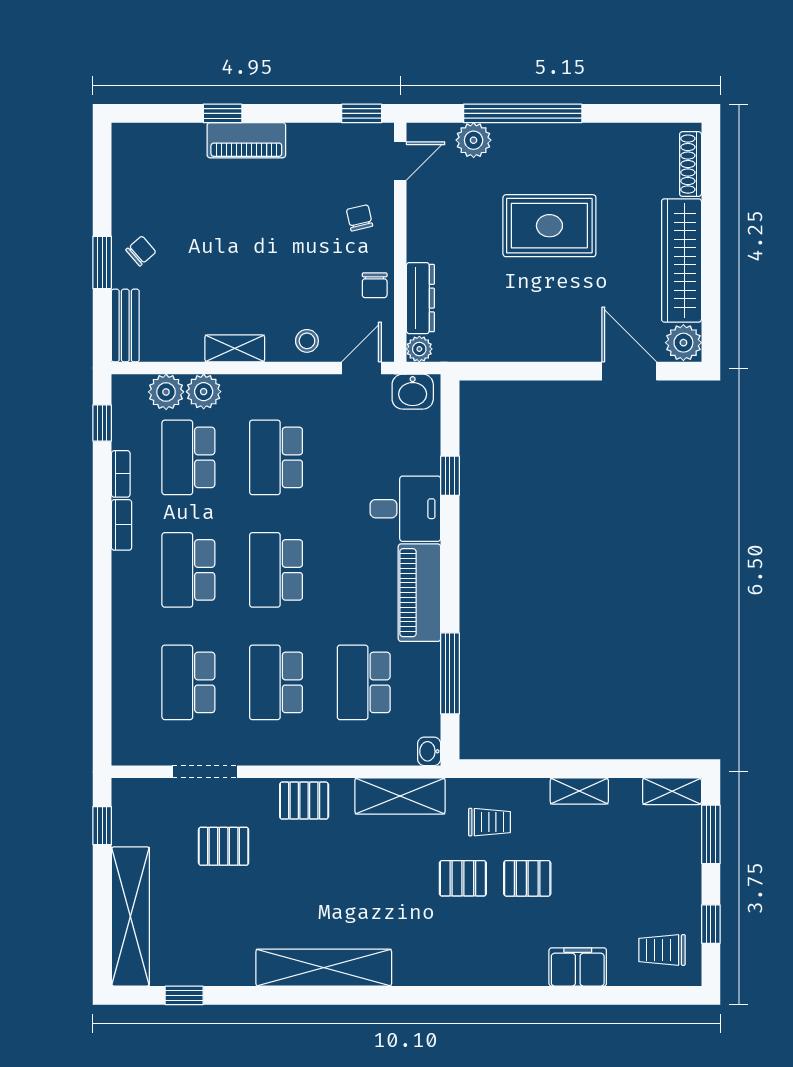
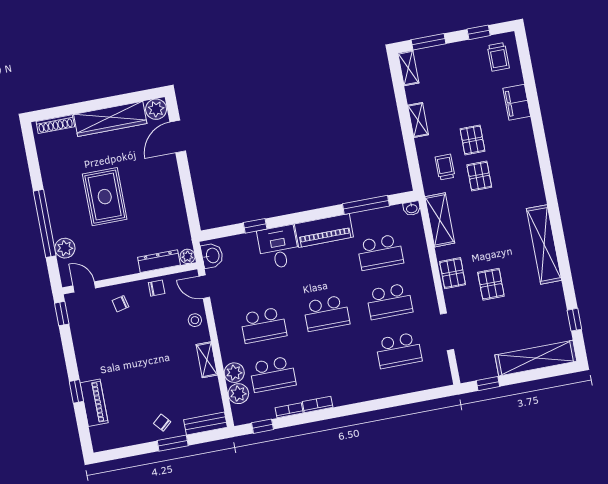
piano: (246, 140) -> (94, 403), moved
school desk: (188, 570) -> (336, 362), removed
pallet: (224, 846) -> (491, 284), moved

